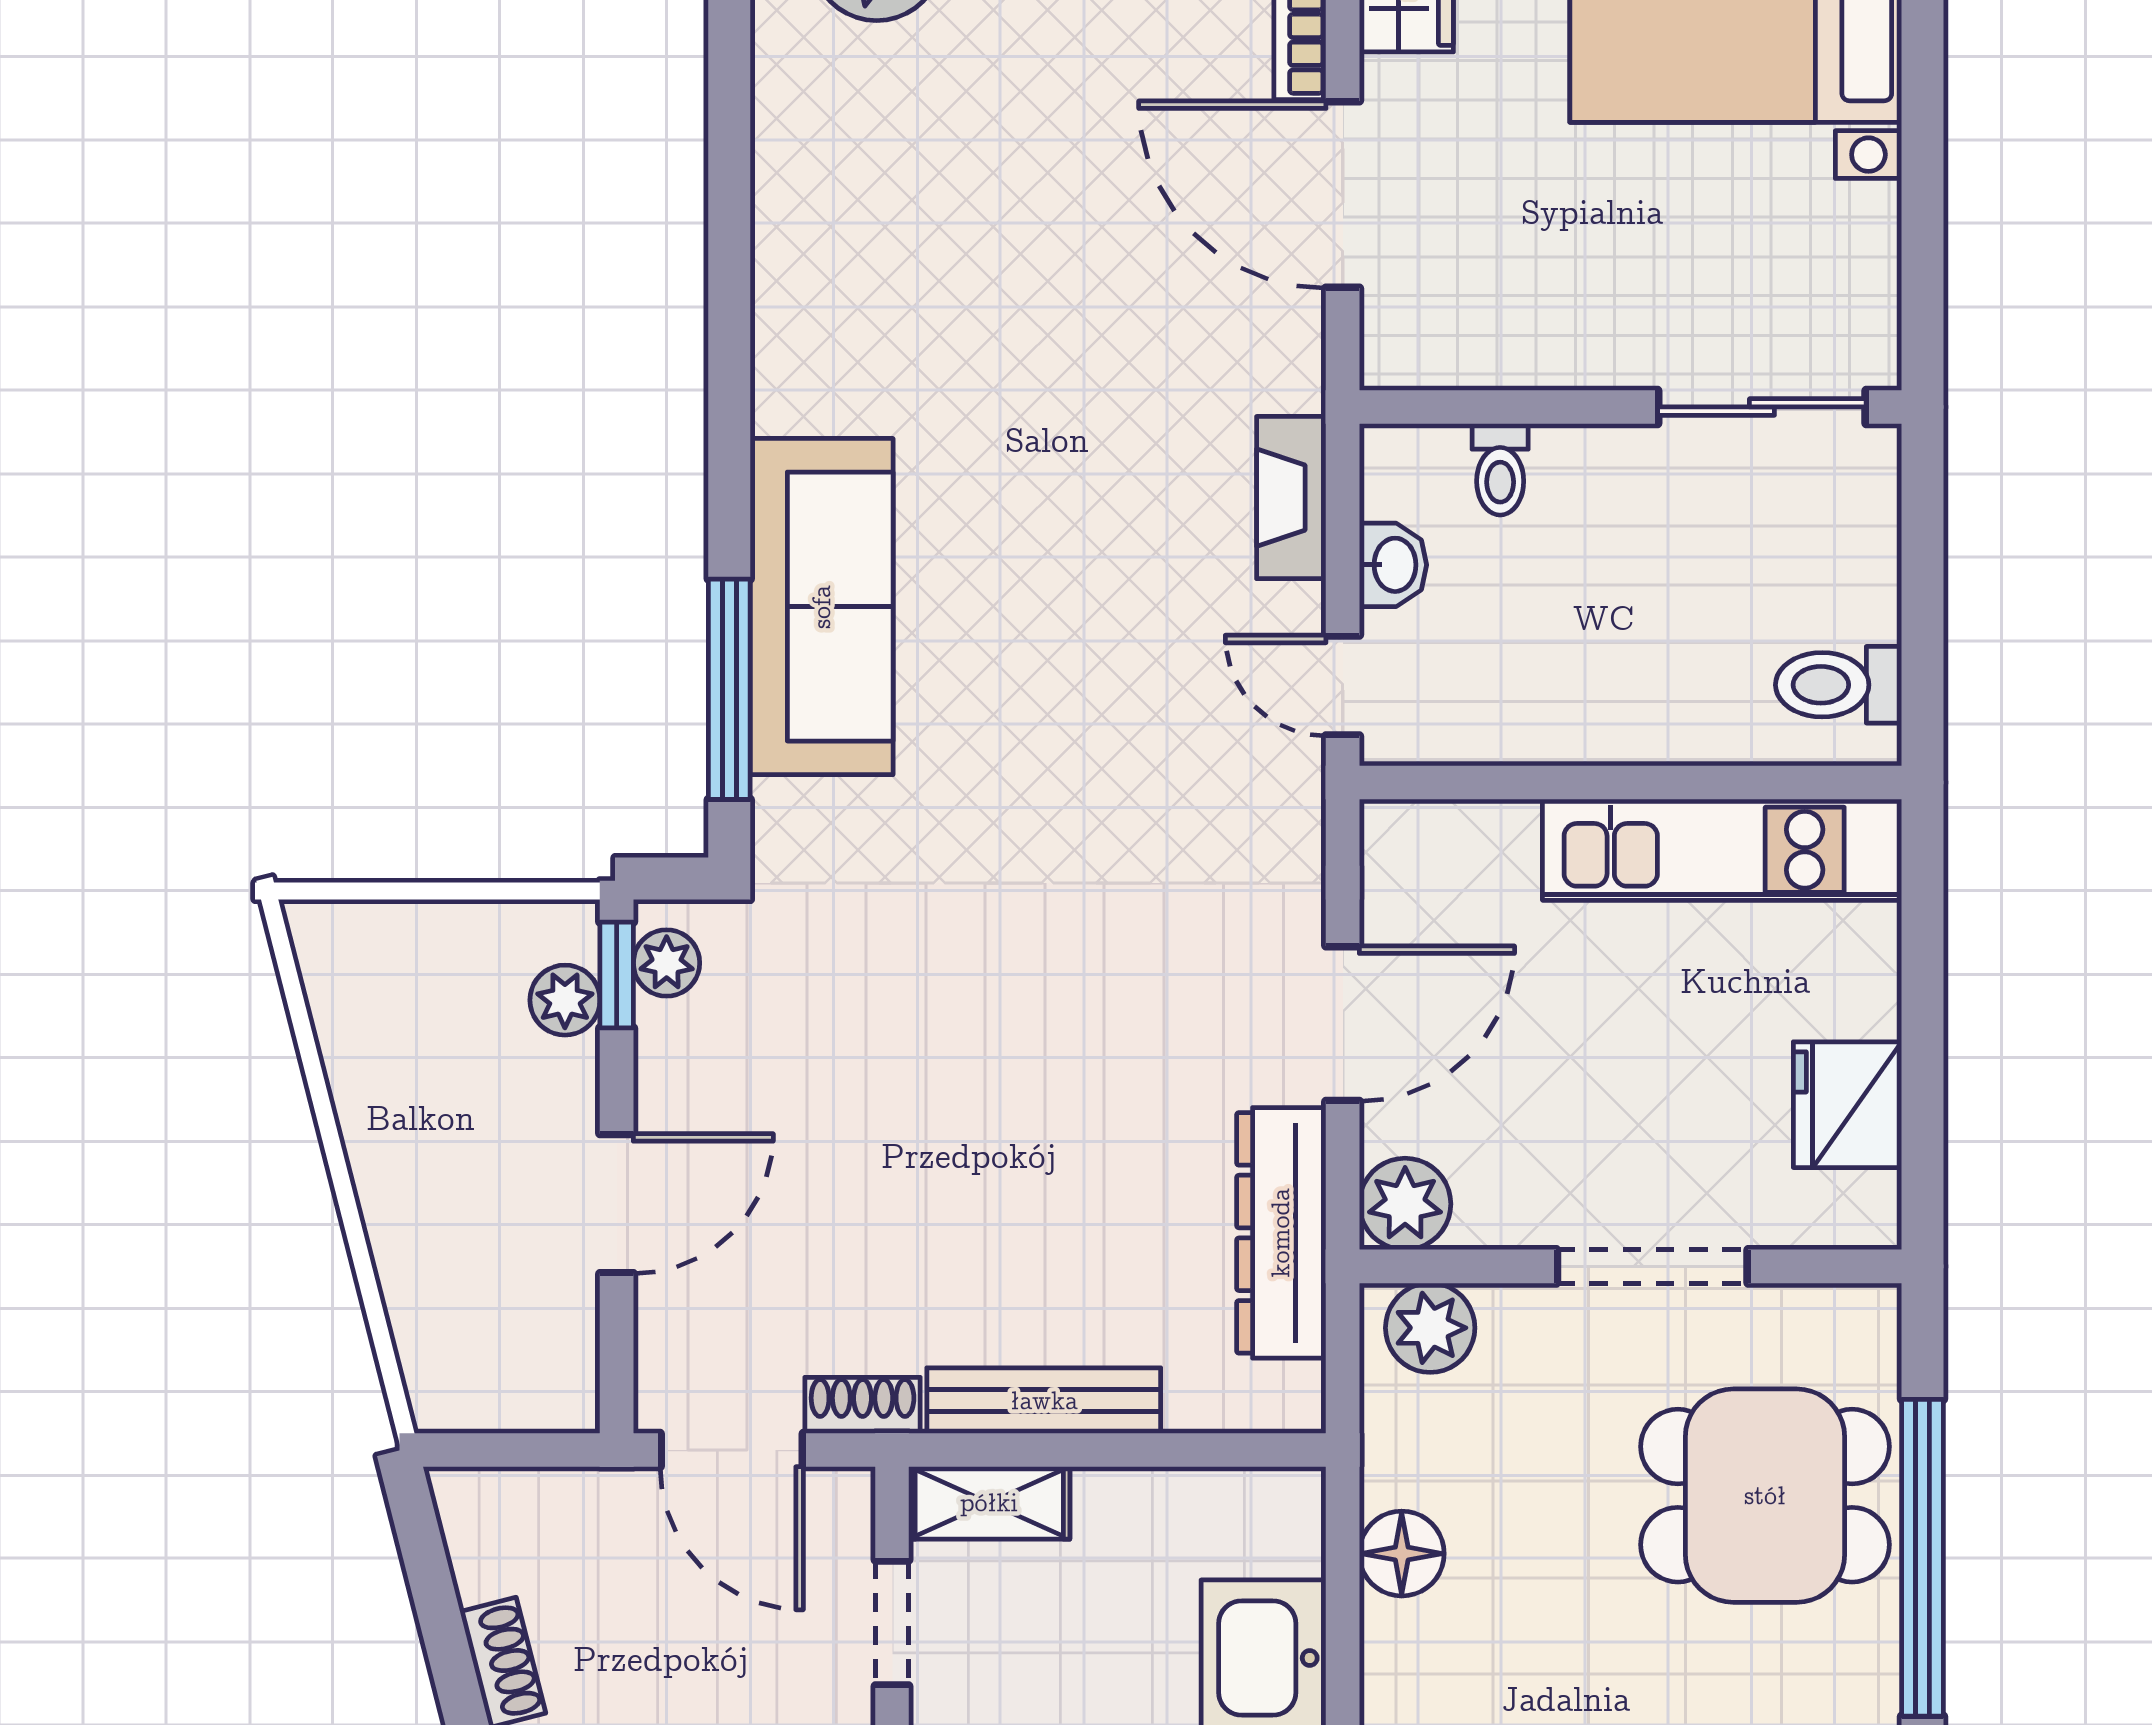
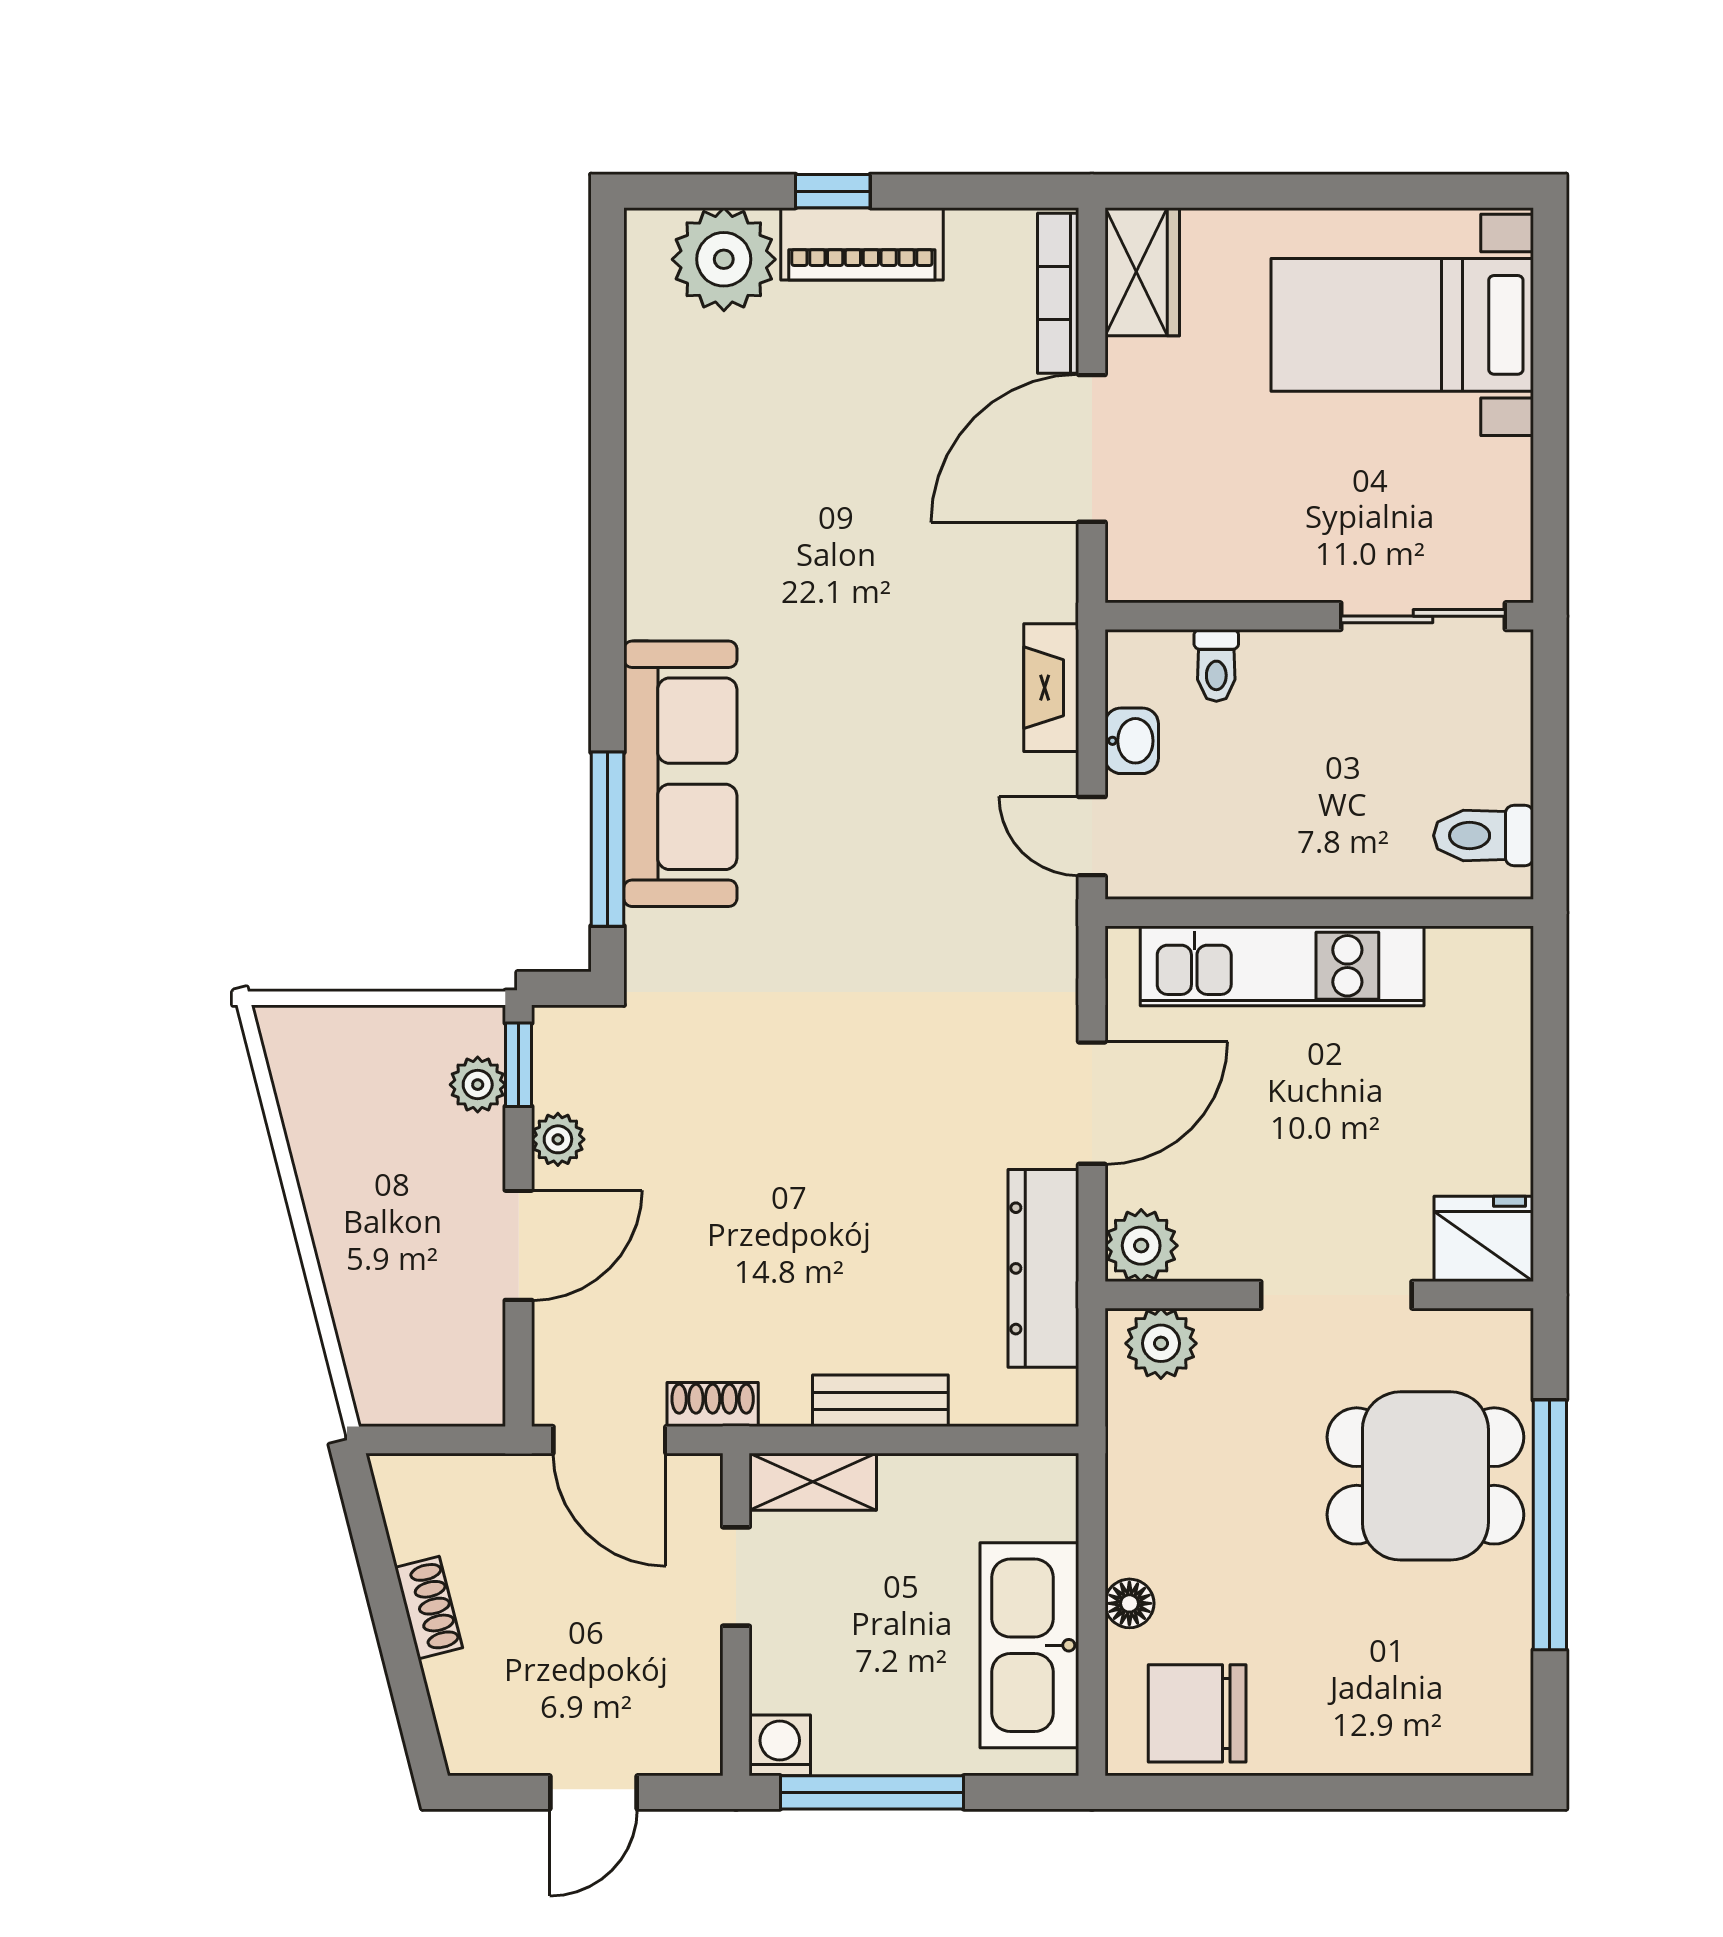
door: (1343, 195) -> (1092, 448), hinge flipped
kitchen unit: (1722, 850) -> (1282, 966), moved
plant: (667, 963) -> (558, 1139), moved
fridge: (1848, 1105) -> (1484, 1239), moved, turned 90
bench: (1044, 1401) -> (880, 1401), width x0.73
floor lamp: (1402, 1554) -> (1129, 1603), moved, width x0.73, depth x0.73

